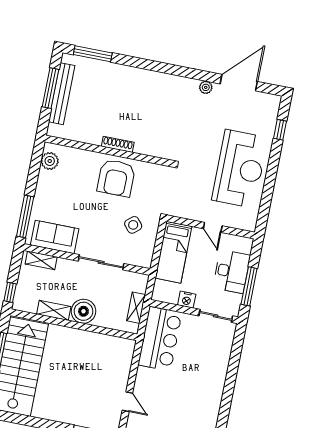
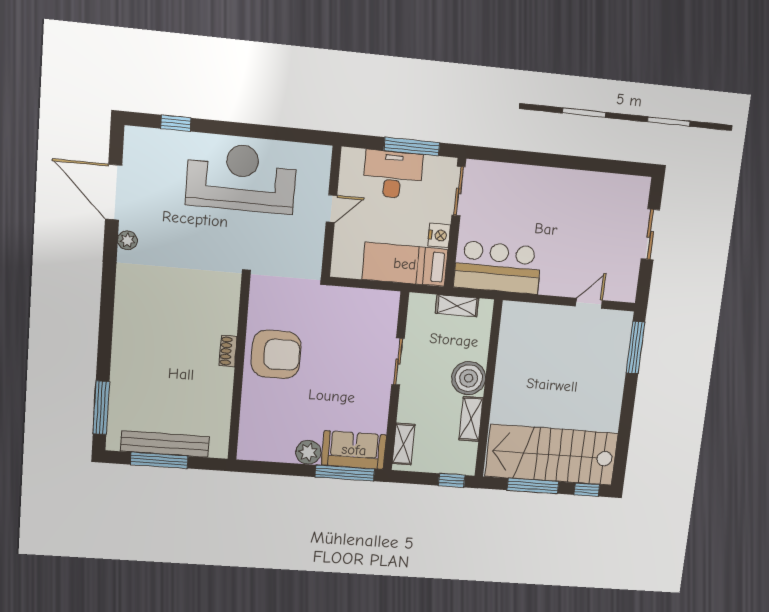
shoe rack: (118, 144) -> (228, 351), width x0.70
plant: (50, 161) -> (308, 452), moved
side table: (133, 225) -> (340, 323), removed
sofa: (55, 237) -> (354, 450), moved, turned 90
bed: (173, 252) -> (405, 264), moved, turned 180
sliding door: (101, 262) -> (398, 362), width x0.73

